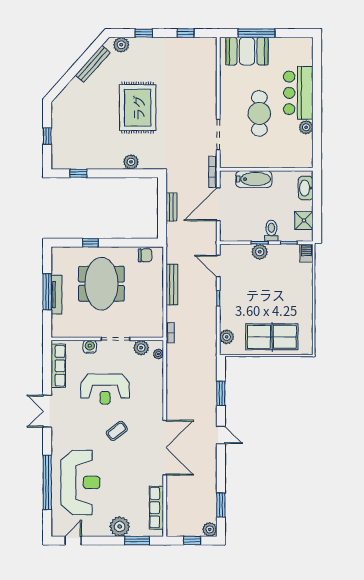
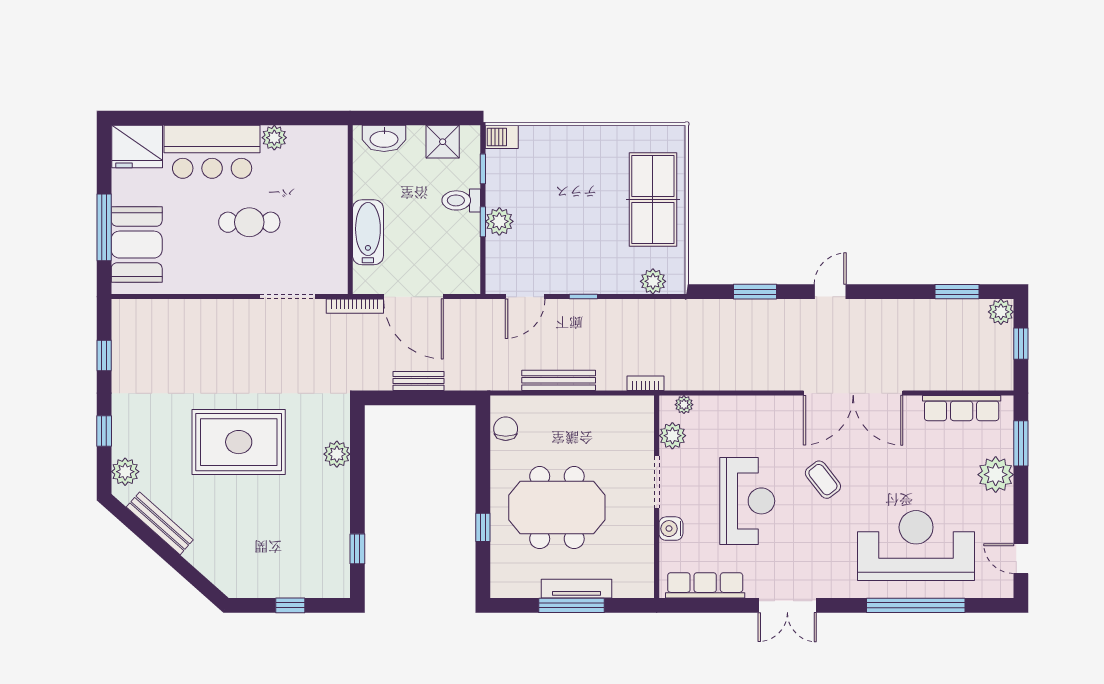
fridge: (301, 51) -> (137, 147), added
cafe table: (259, 113) -> (249, 222), width x0.73, depth x0.74
double door: (165, 448) -> (853, 393), swing flipped

